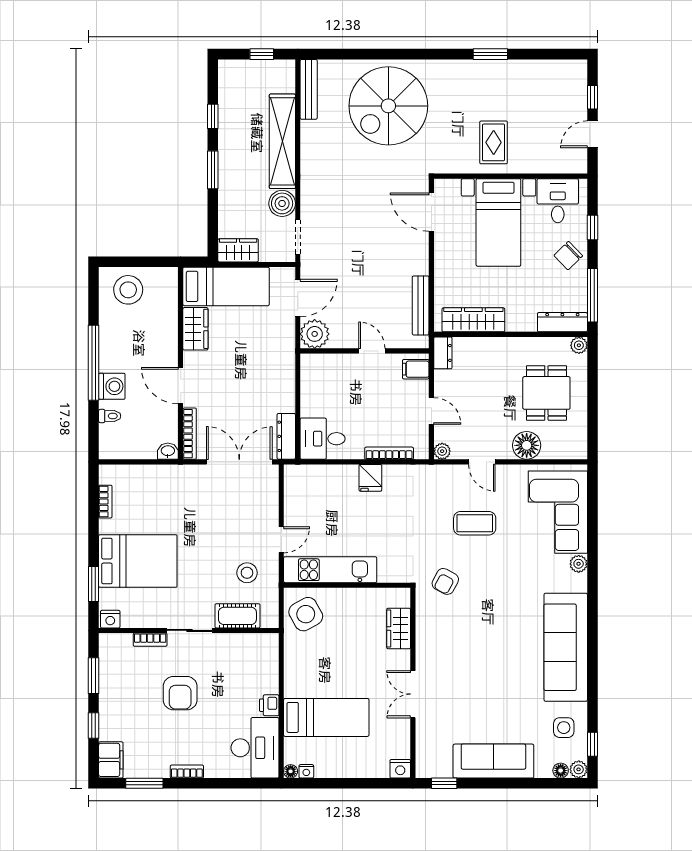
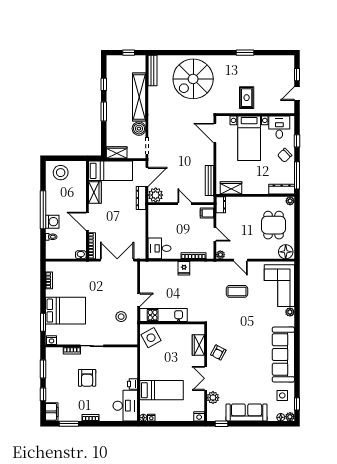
wardrobe: (473, 320) -> (231, 188), width x0.67
dresser: (286, 436) -> (141, 198), moved
floor lamp: (527, 445) -> (286, 252), moved
armchair: (445, 581) -> (218, 352), moved
cot: (237, 616) -> (116, 339), removed
plant: (427, 732) -> (213, 398), added

